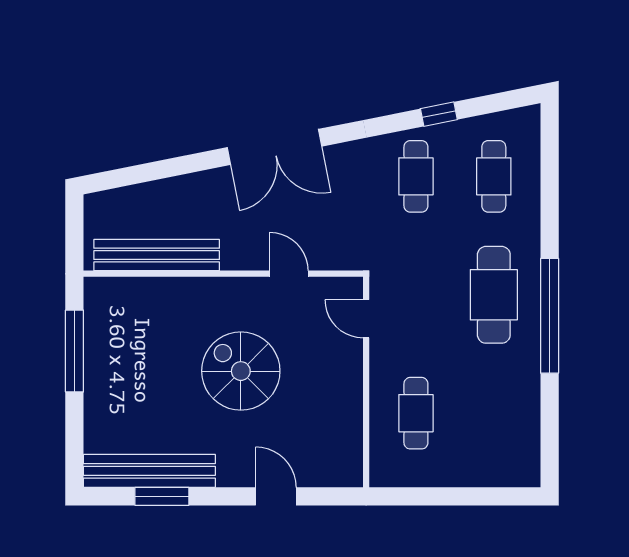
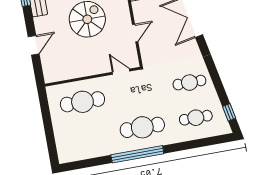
window: (439, 114) -> (229, 112), moved
door: (366, 319) -> (121, 72), hinge flipped
cafe table: (416, 413) -> (82, 102), width x1.37, depth x1.35

